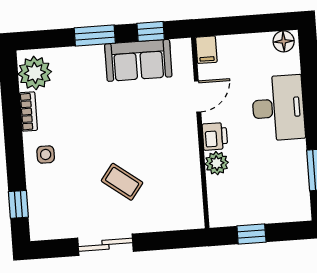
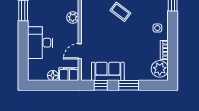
floor lamp: (284, 41) -> (53, 75), moved
filing cabinet: (206, 50) -> (69, 74), width x2.00
printer: (215, 136) -> (73, 31), removed

